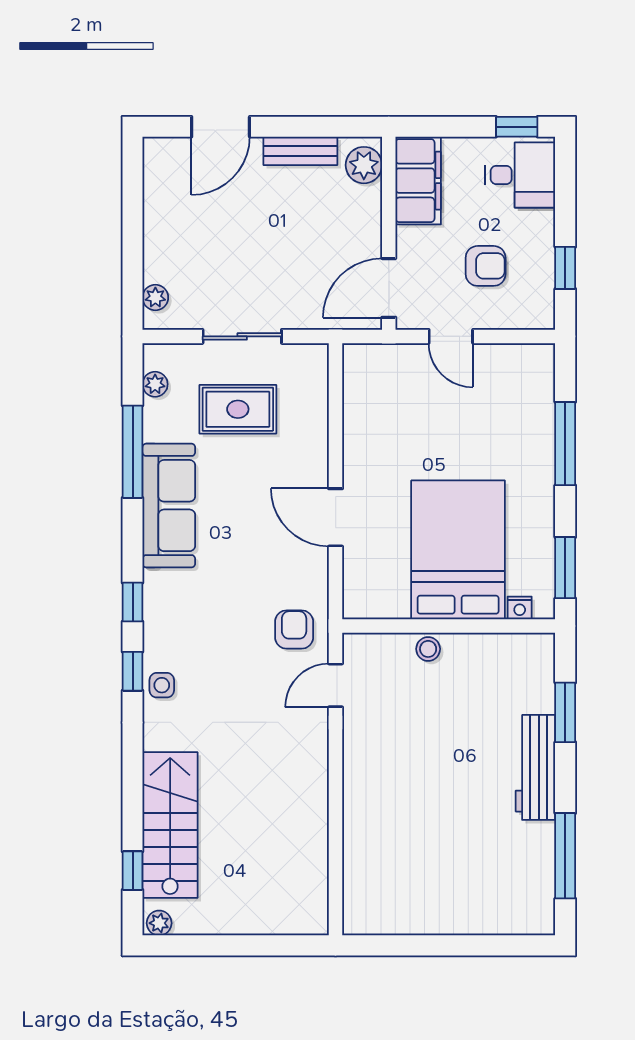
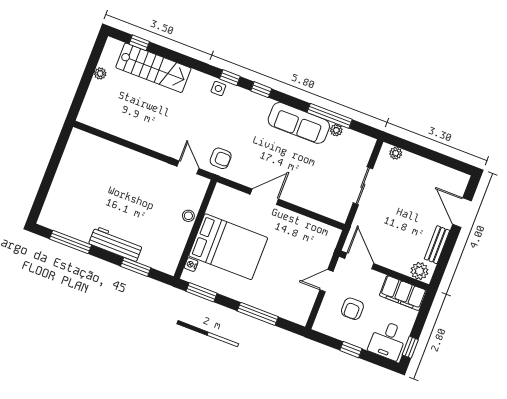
window: (565, 268) -> (351, 350), moved
plant: (155, 384) -> (336, 130), moved
rug: (238, 409) -> (331, 171), removed
plant: (159, 923) -> (100, 73), moved

